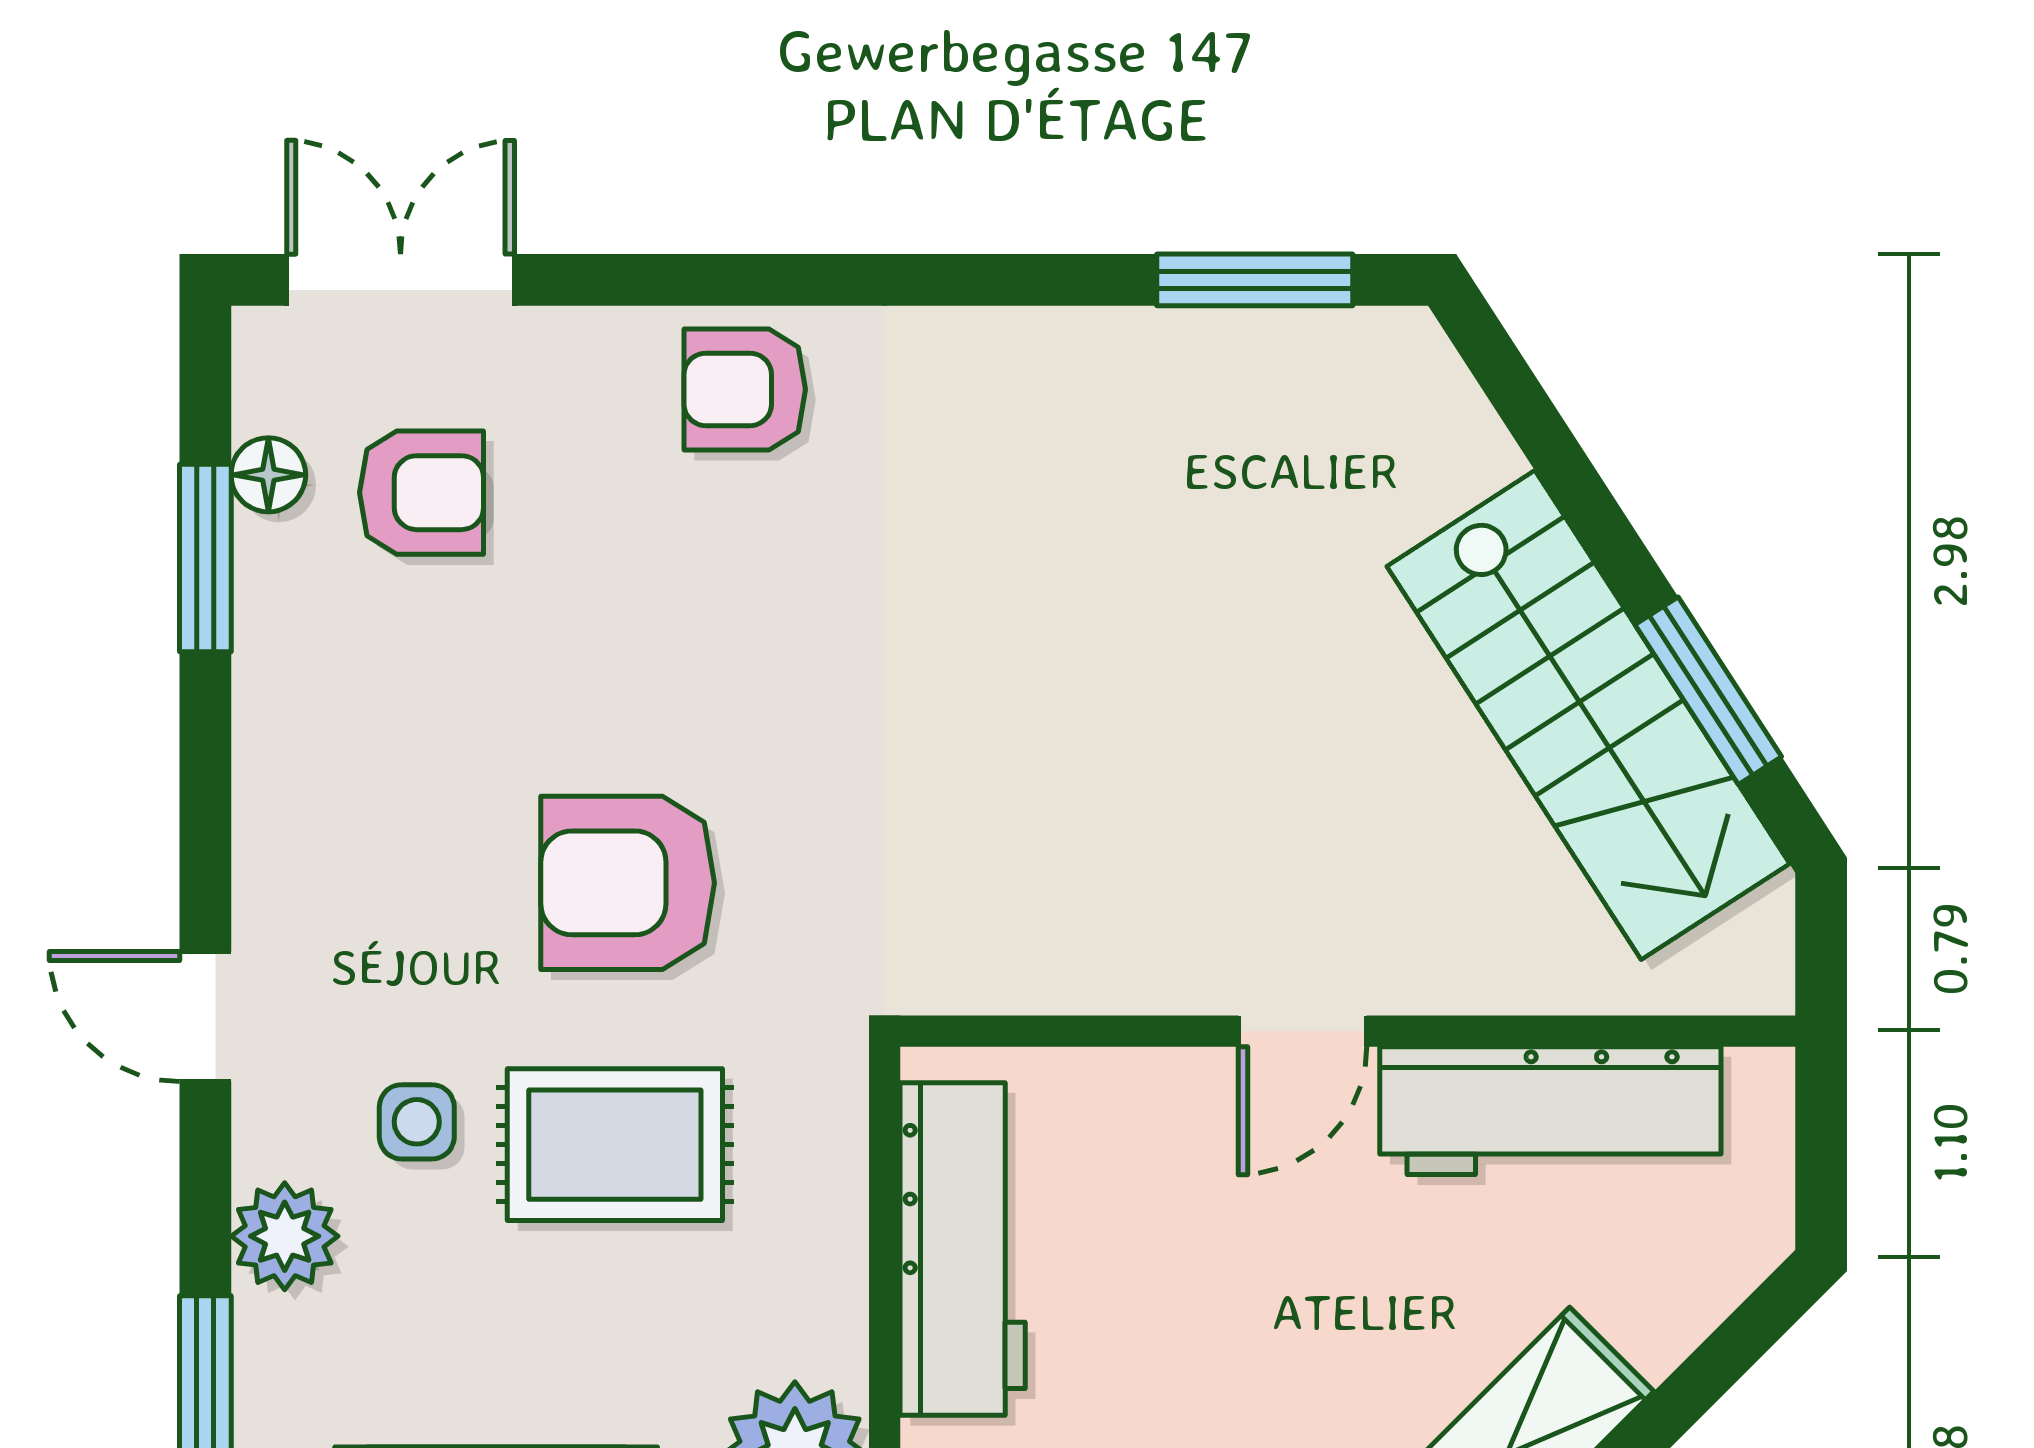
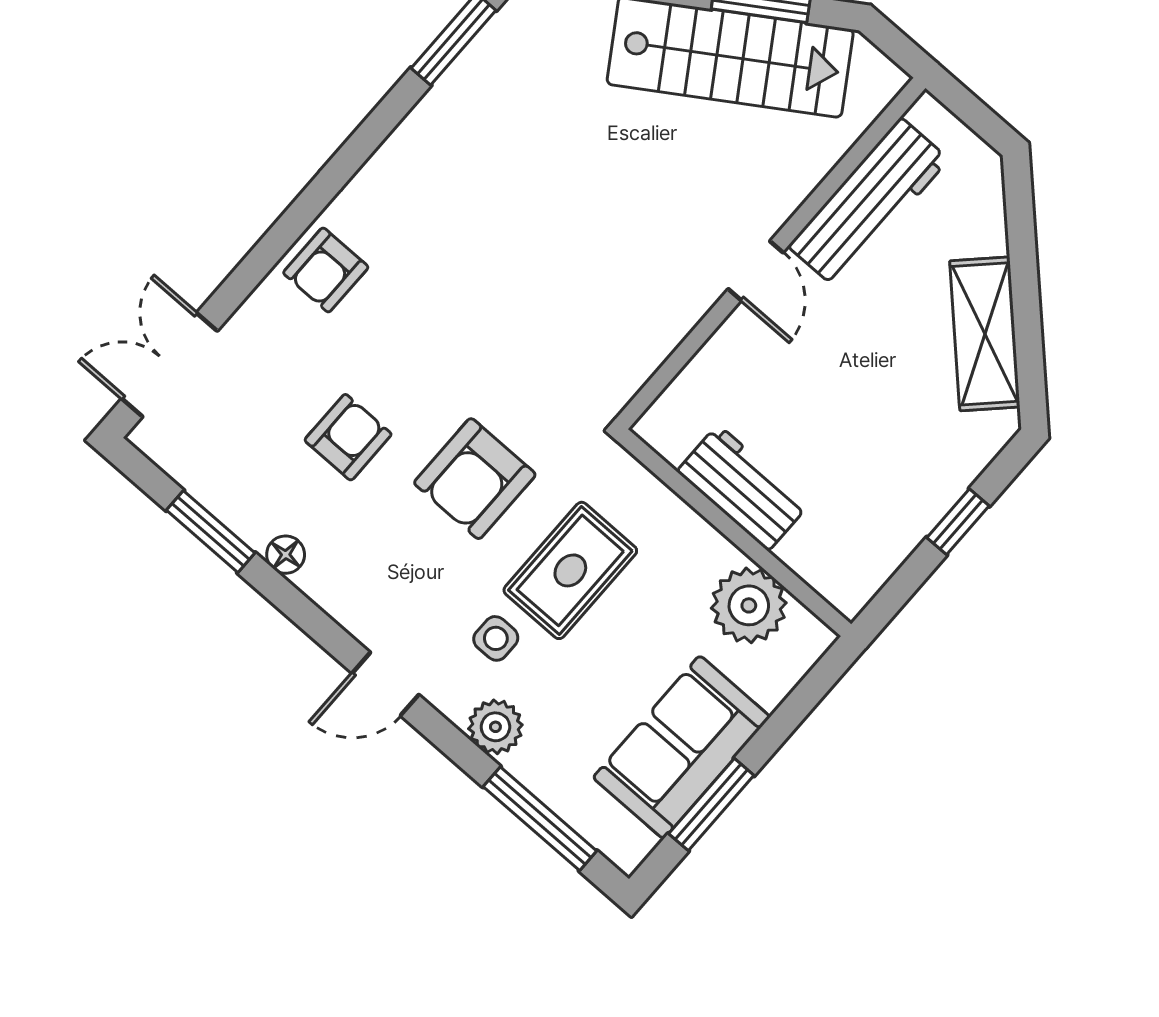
floor lamp: (268, 475) -> (286, 555), moved
armchair: (422, 493) -> (348, 437), moved
workbench: (963, 1249) -> (743, 488), width x0.73

